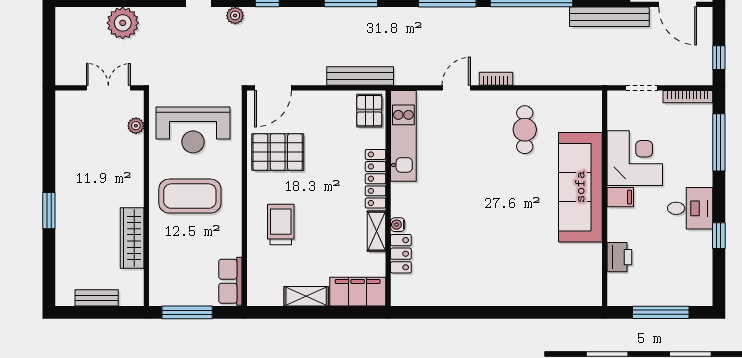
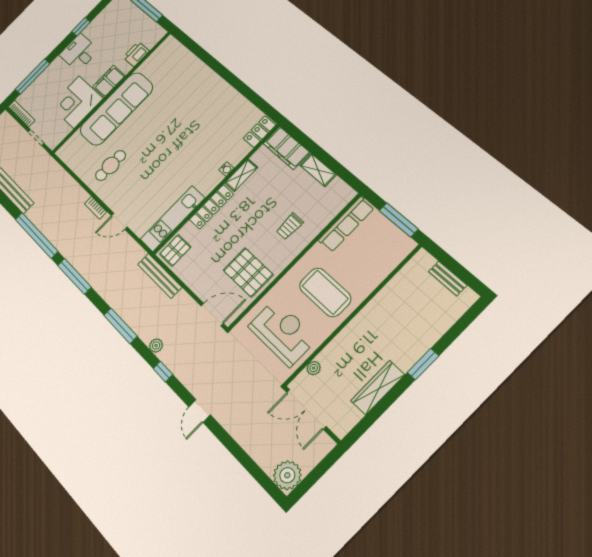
plant: (235, 16) -> (156, 346), moved
plant: (123, 23) -> (287, 475), moved
double door: (108, 88) -> (306, 409), width x1.37
filing cabinet: (620, 197) -> (109, 81), width x2.00
trolley: (281, 224) -> (290, 226), width x0.73, depth x0.72
wardrobe: (132, 238) -> (378, 388), moved, turned 180
locker: (401, 254) -> (260, 132), moved
row of seats: (230, 281) -> (346, 224), width x1.48

